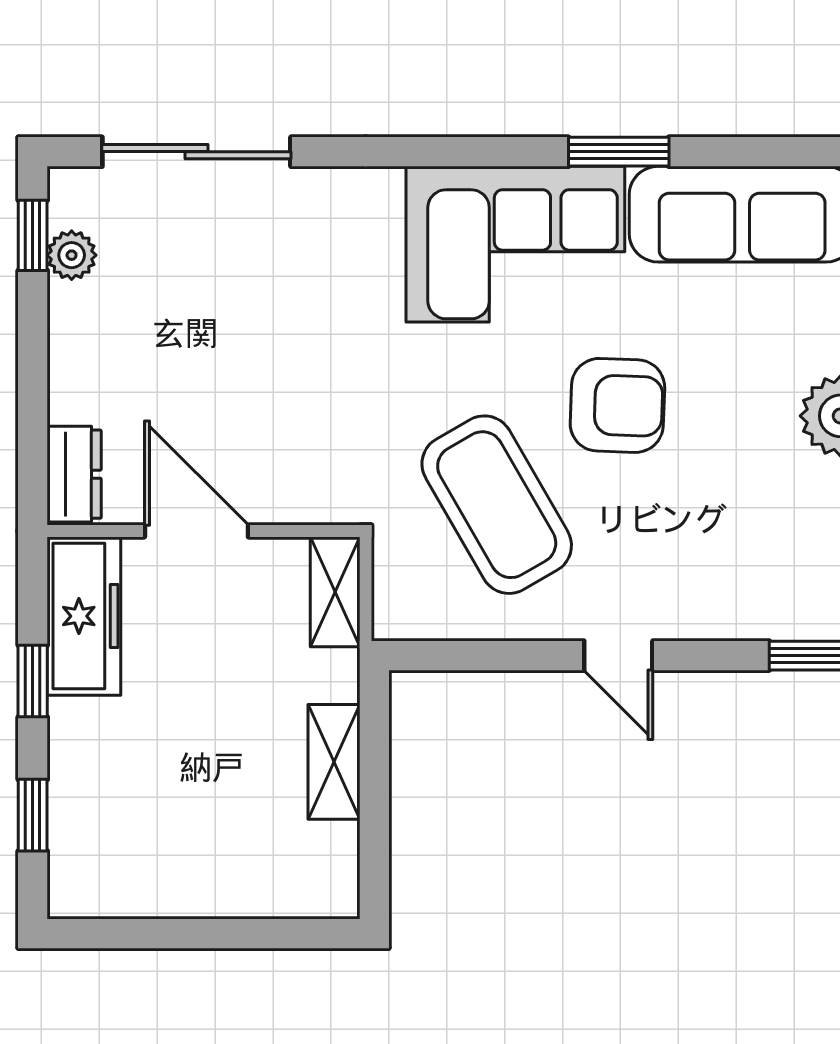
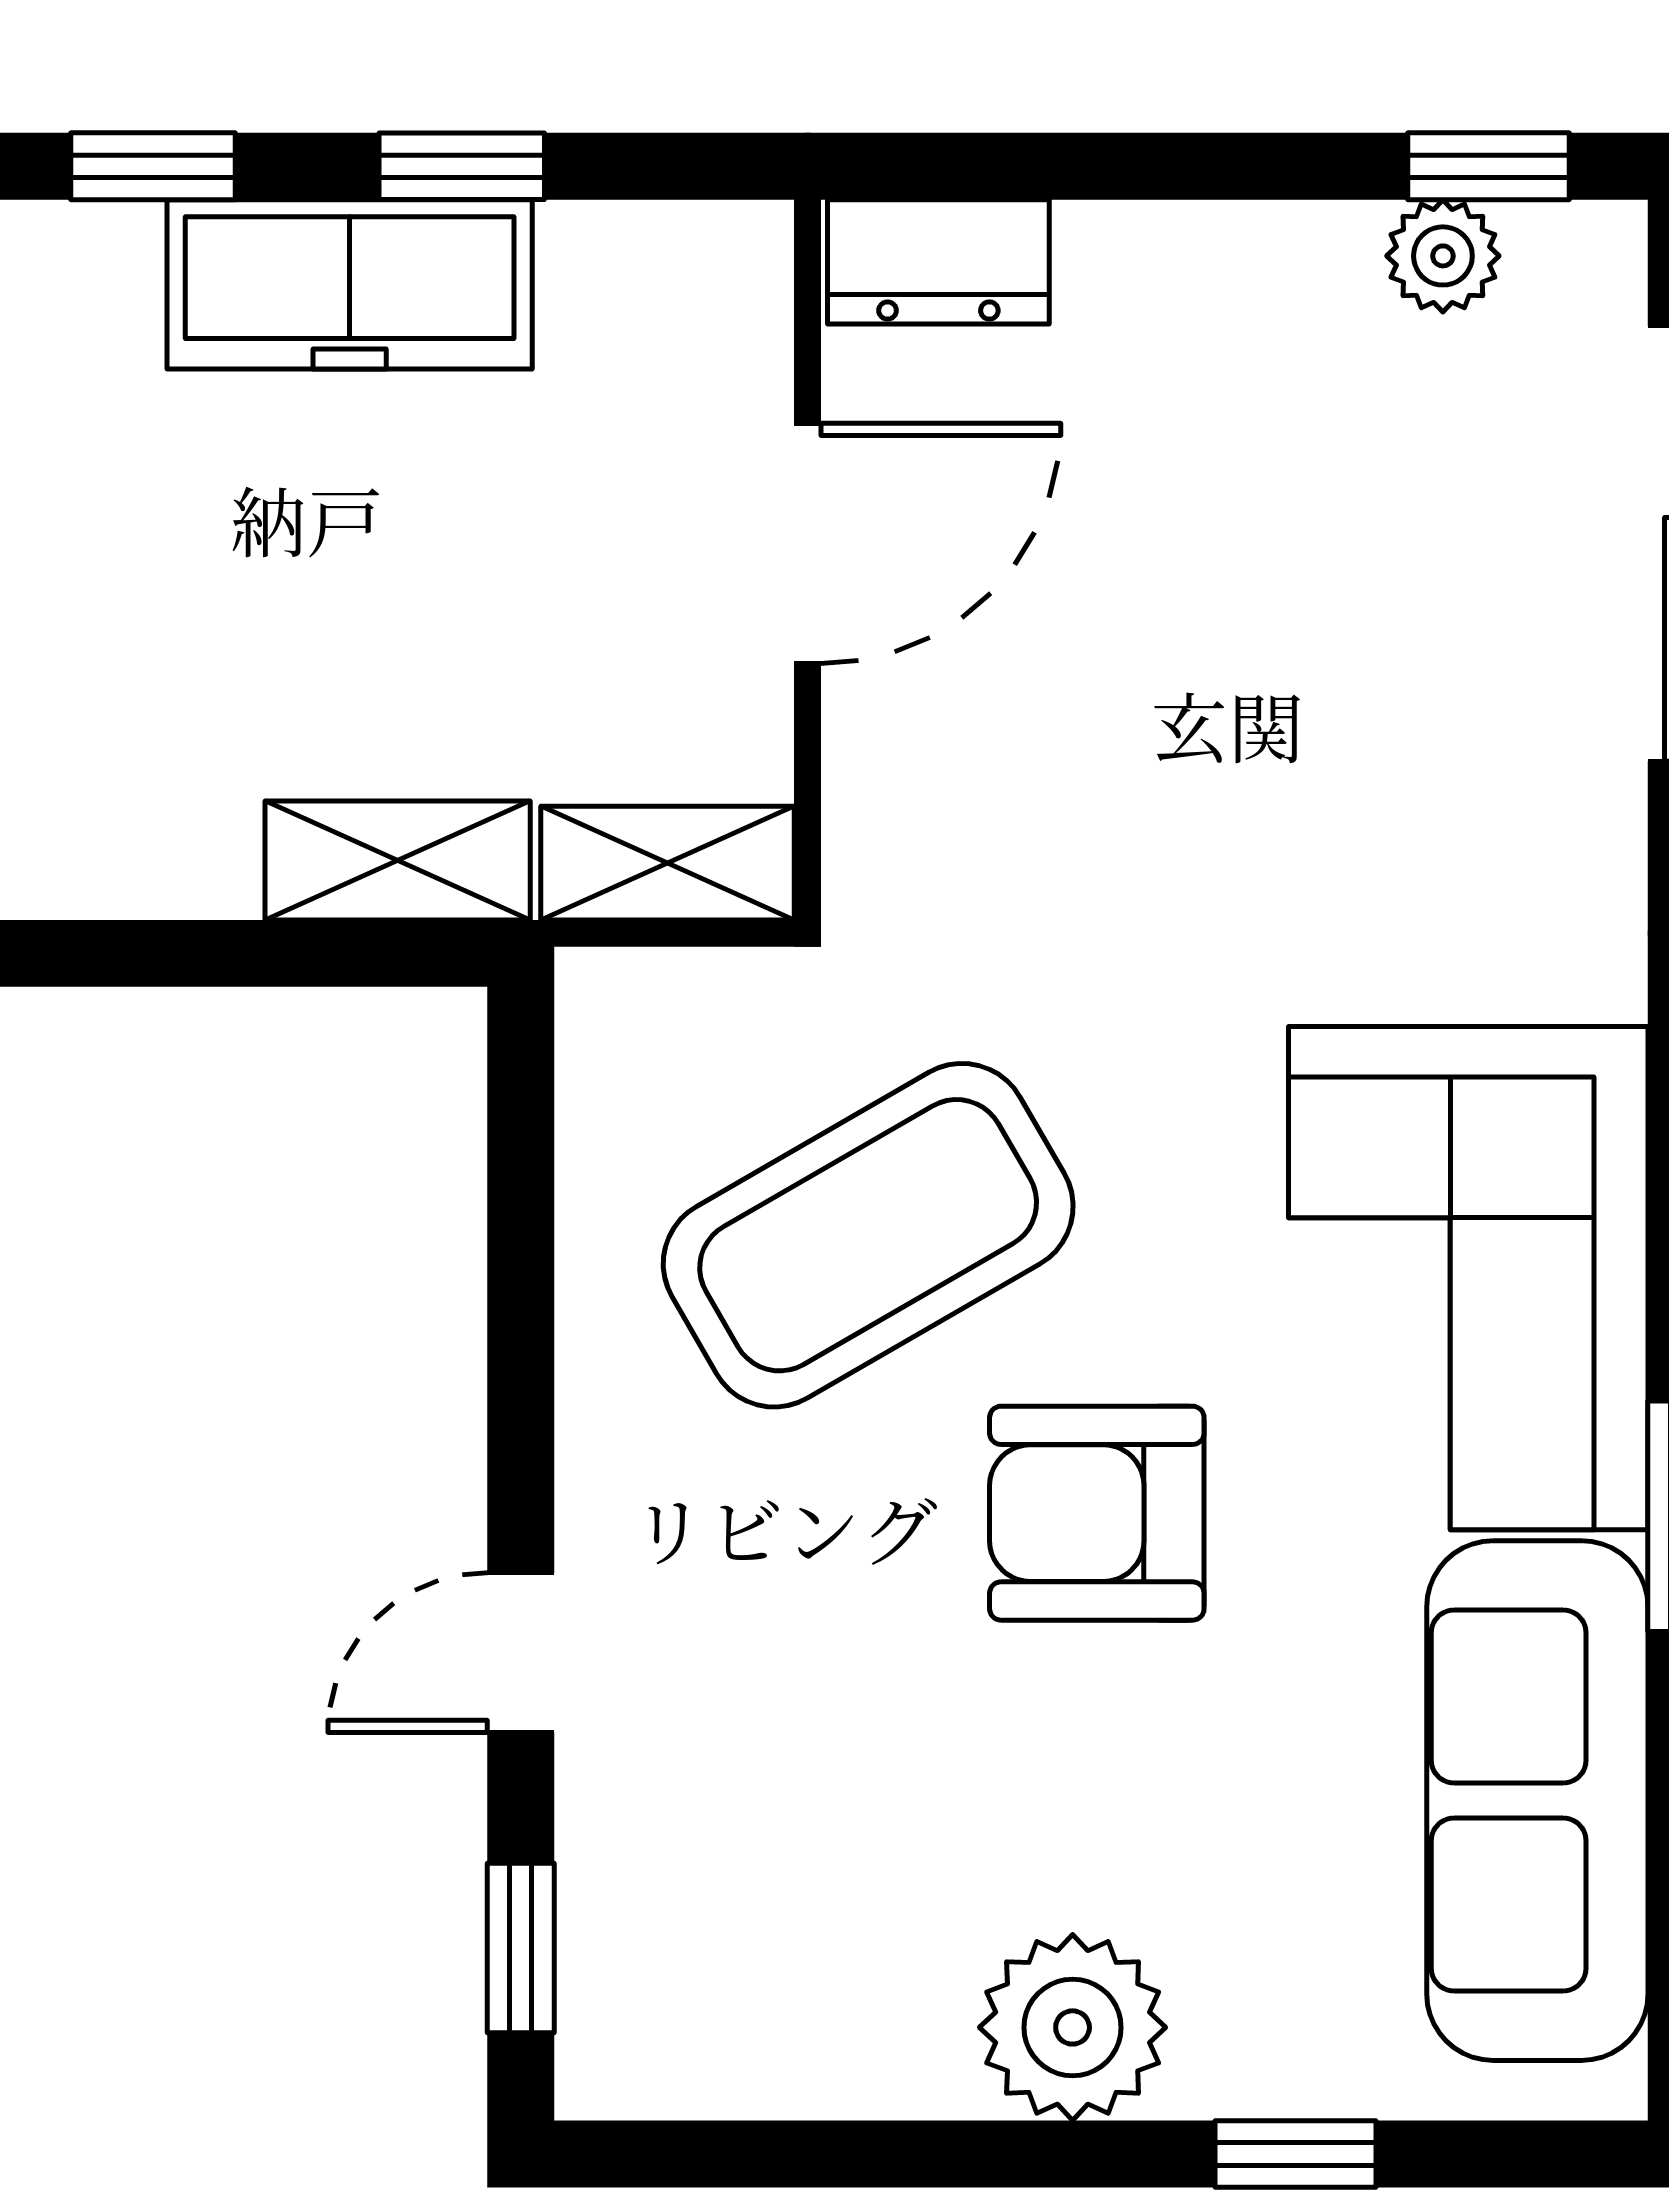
armchair: (617, 405) -> (1097, 1513), turned 88
freezer: (84, 616) -> (350, 284), moved
door: (618, 656) -> (521, 1653), moved
shelving: (334, 762) -> (398, 860), moved

